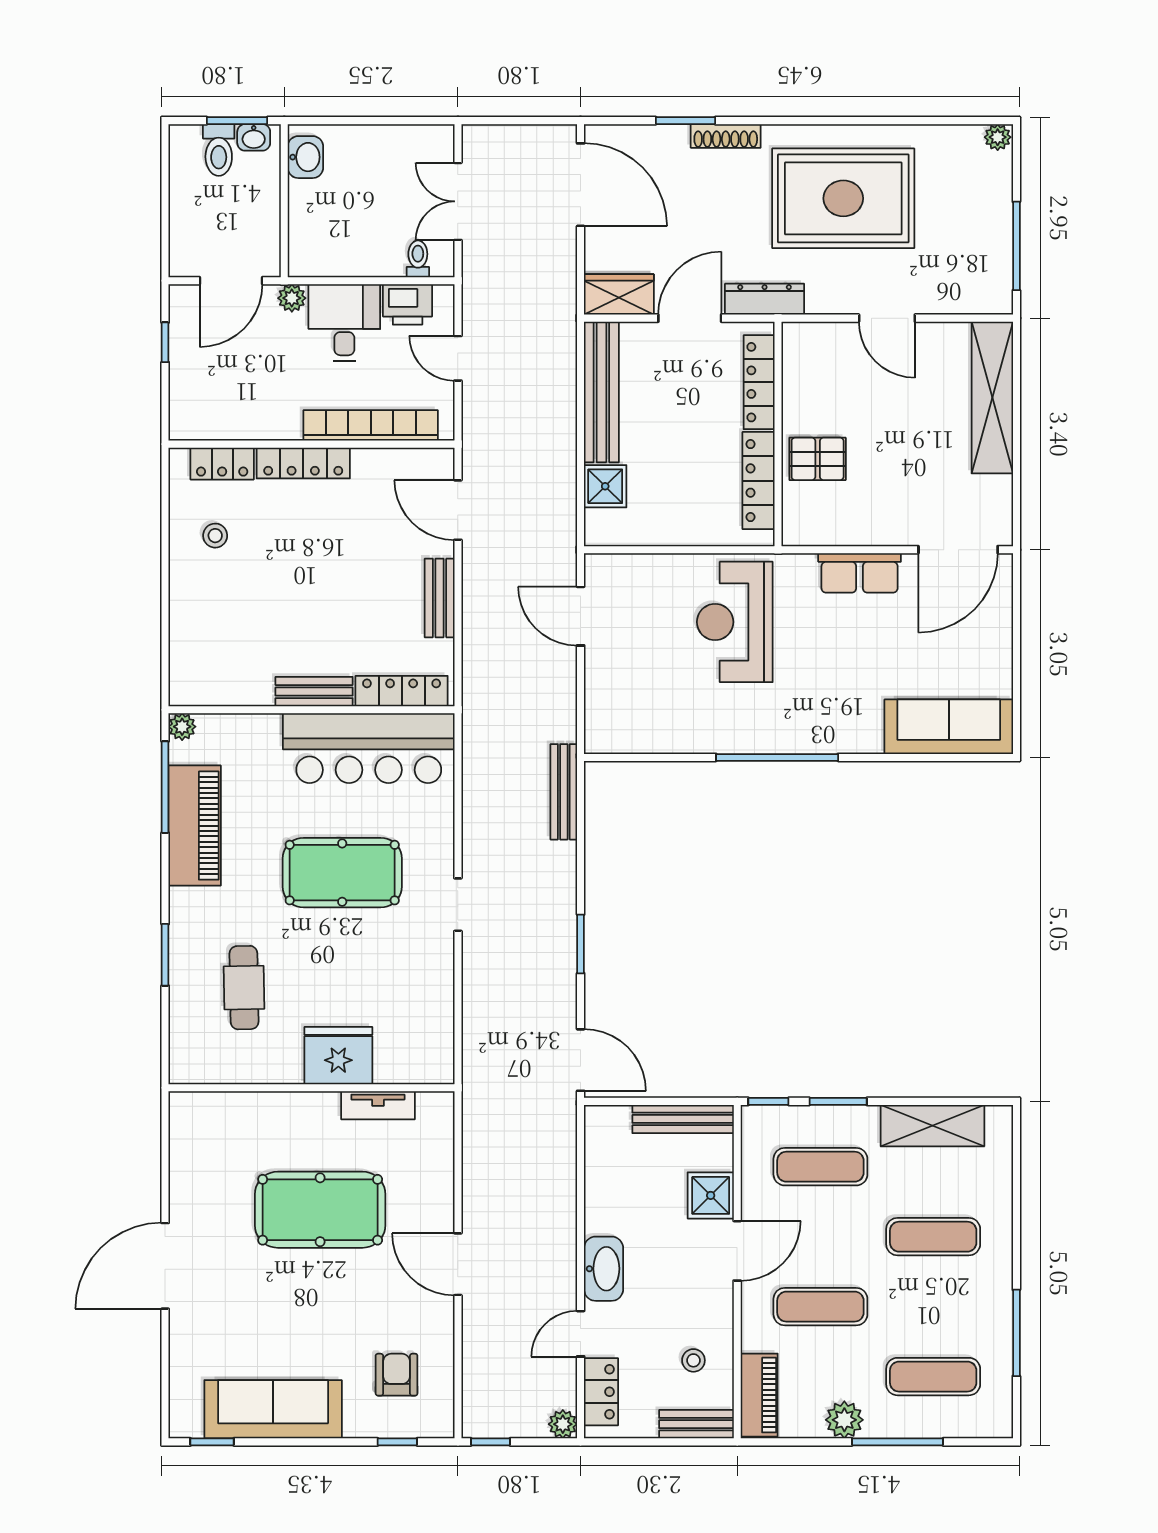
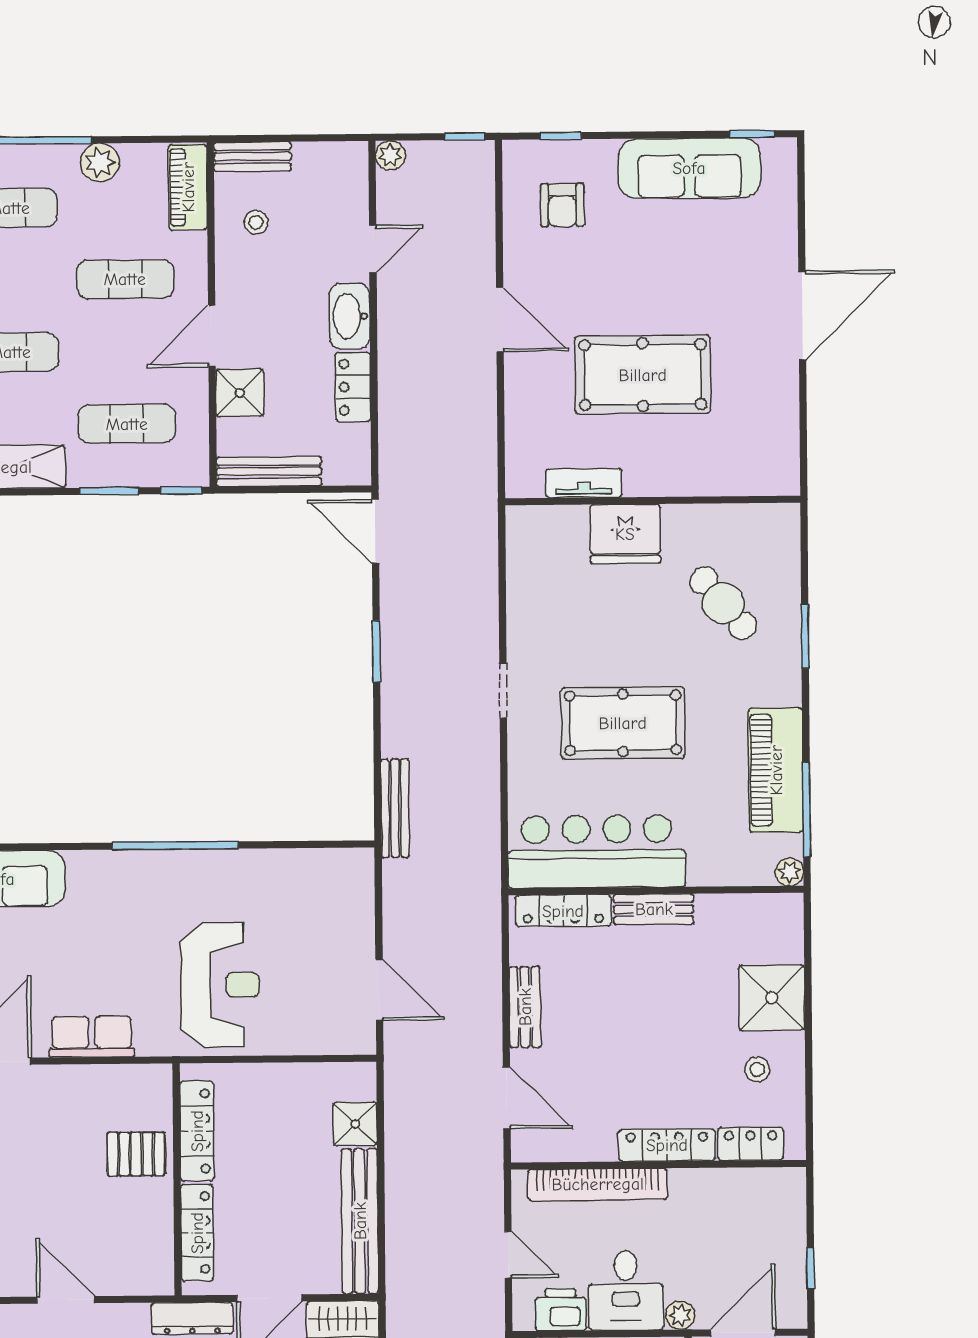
shower: (200, 605) -> (772, 998), added
cafe table: (244, 988) -> (723, 603), turned -39
locker: (601, 1392) -> (353, 387), moved

